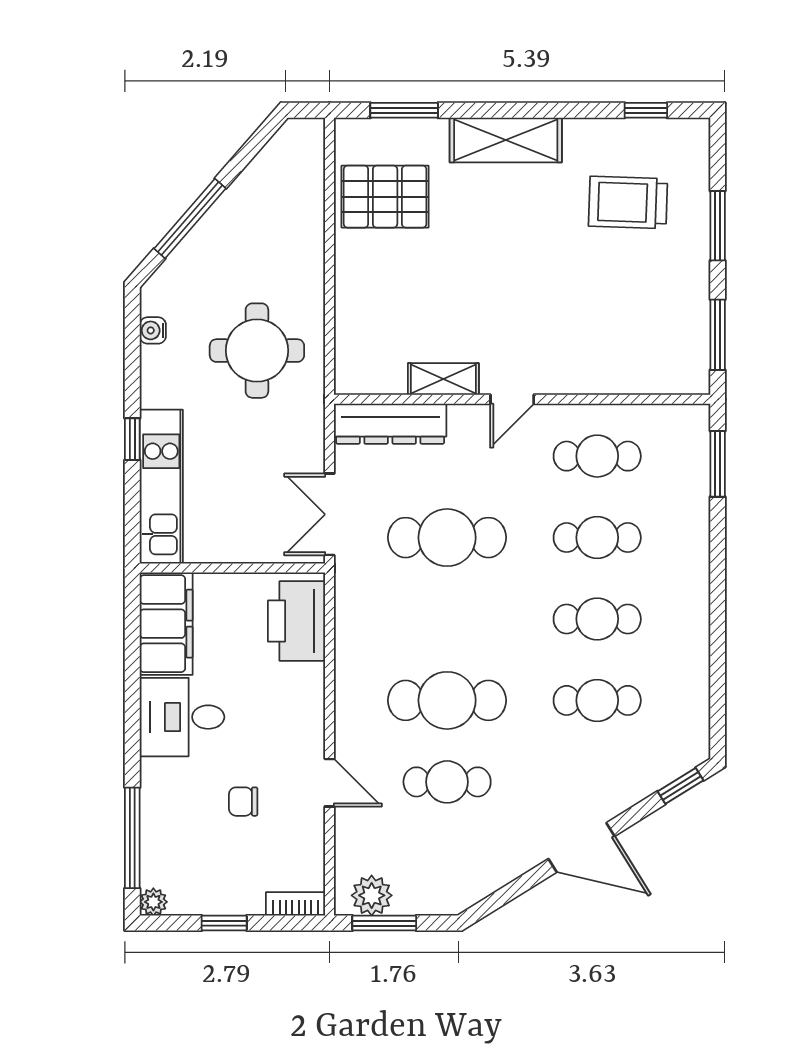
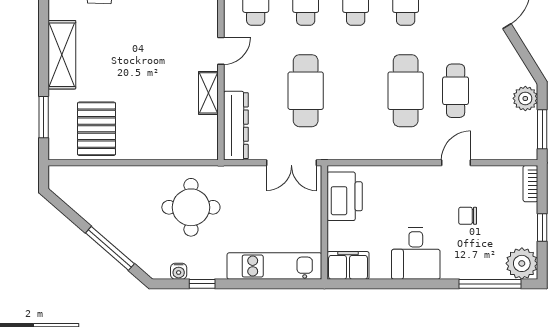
door: (512, 399) -> (221, 51), hinge flipped
window: (132, 439) -> (202, 284), moved
printer: (297, 621) -> (345, 196), moved, turned -90
filing cabinet: (166, 624) -> (348, 265), width x0.67, depth x0.86
chair: (243, 802) -> (468, 216), turned 90
plant: (372, 895) -> (525, 98), moved
plant: (153, 902) -> (522, 263), width x1.87, depth x1.87

